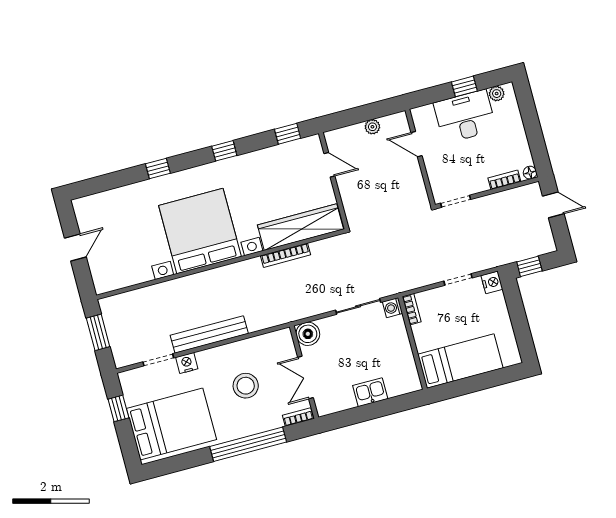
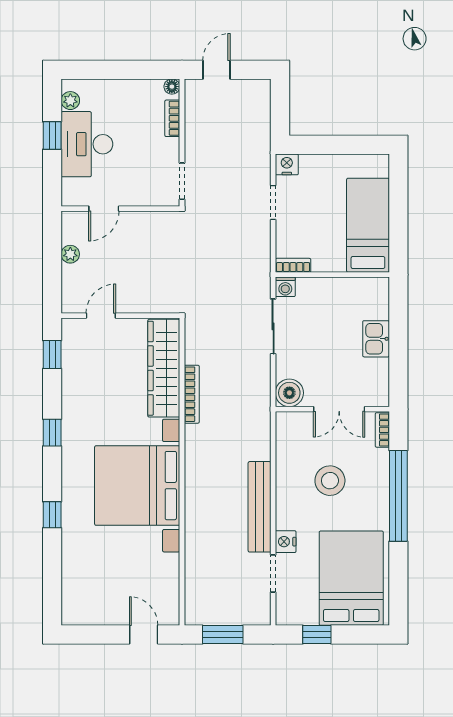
door: (75, 247) -> (144, 635), moved
window: (529, 266) -> (280, 116), removed

